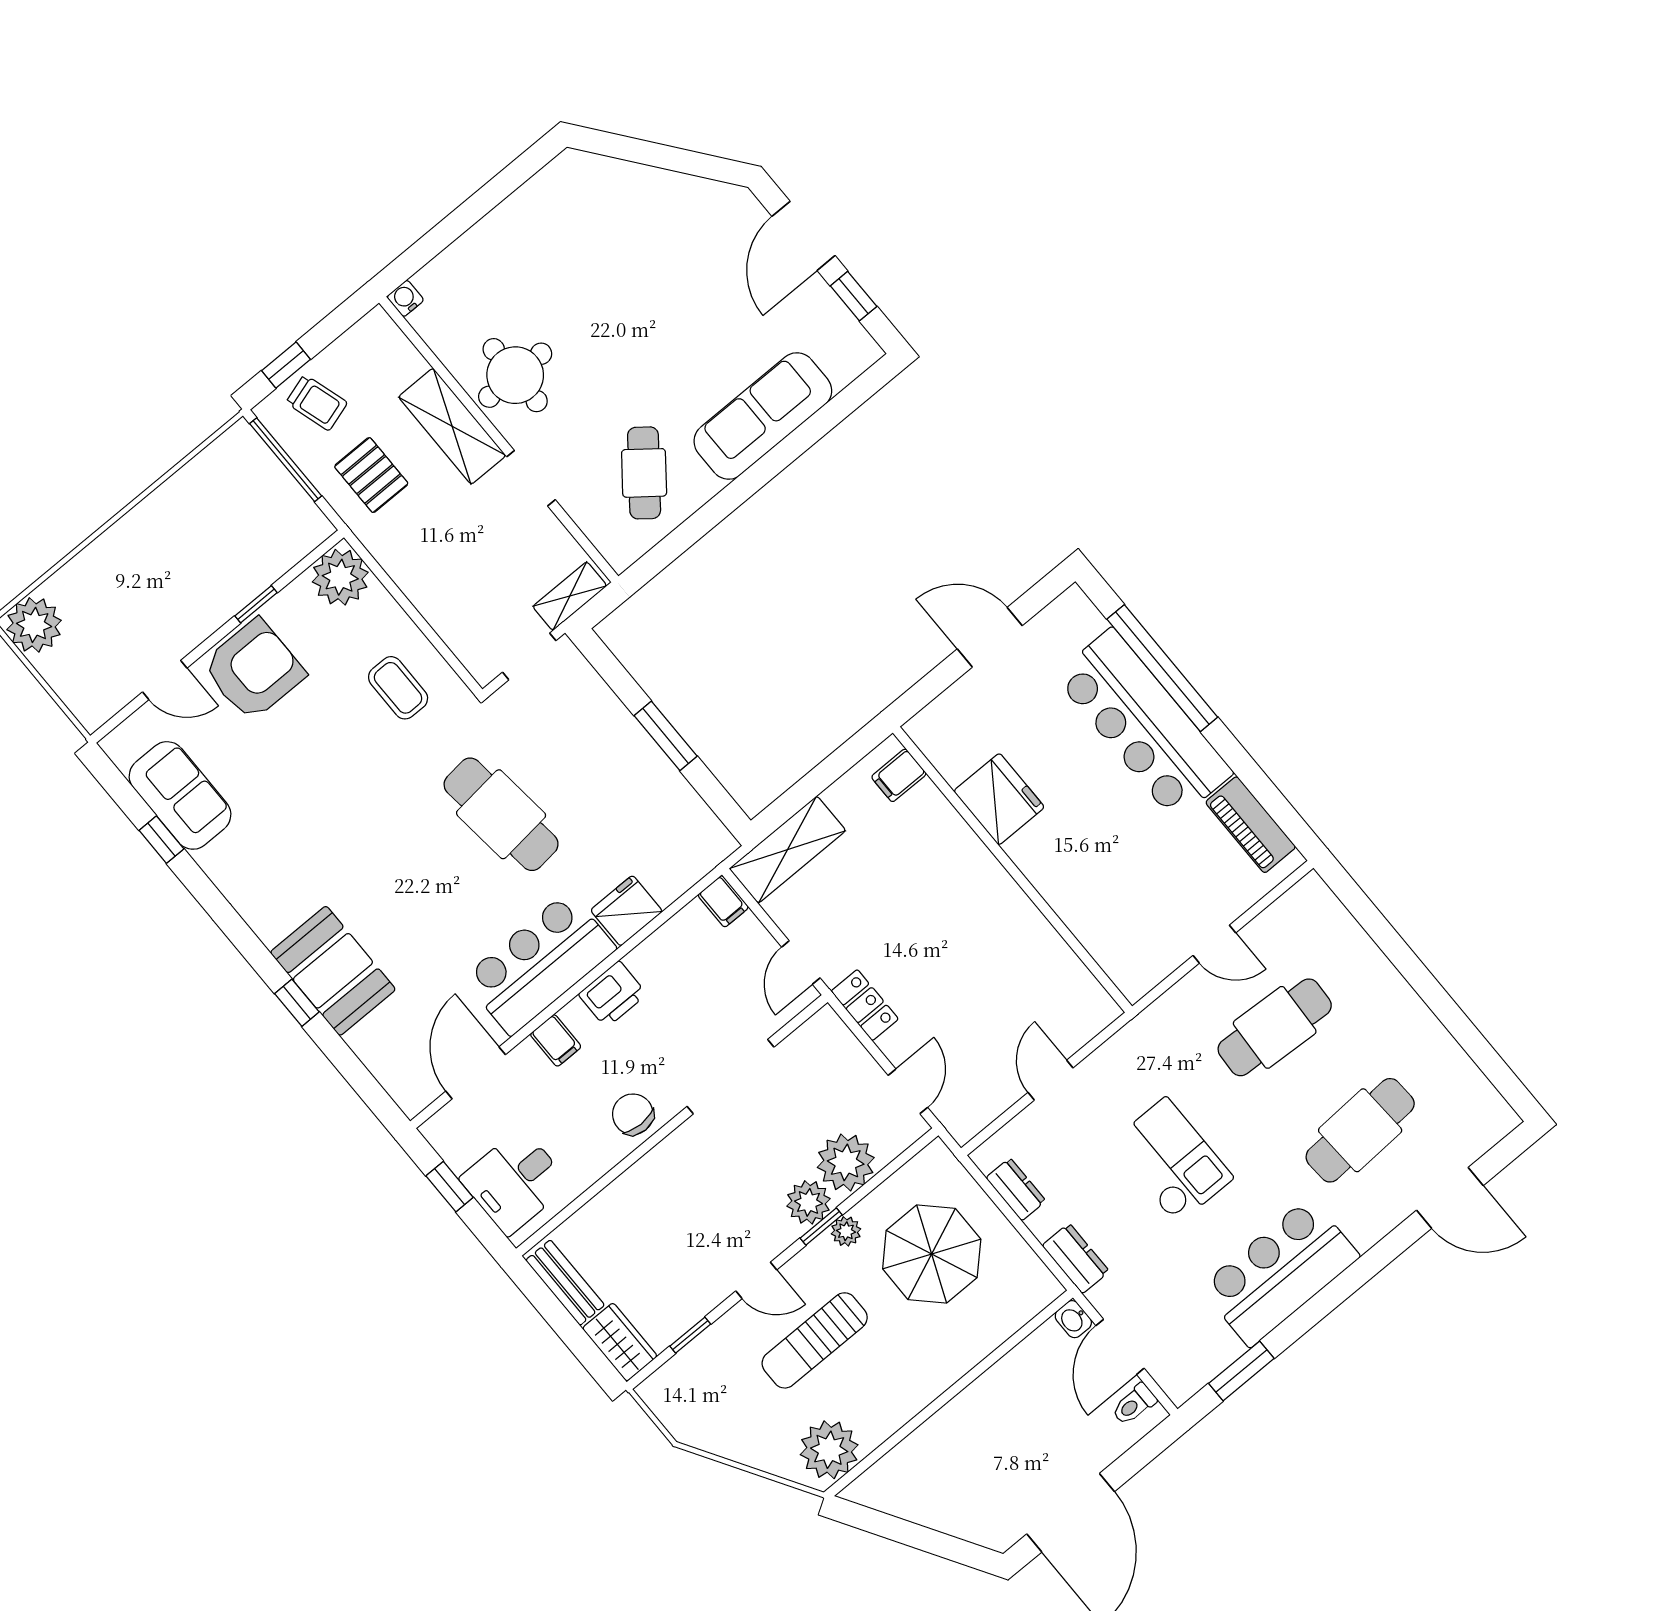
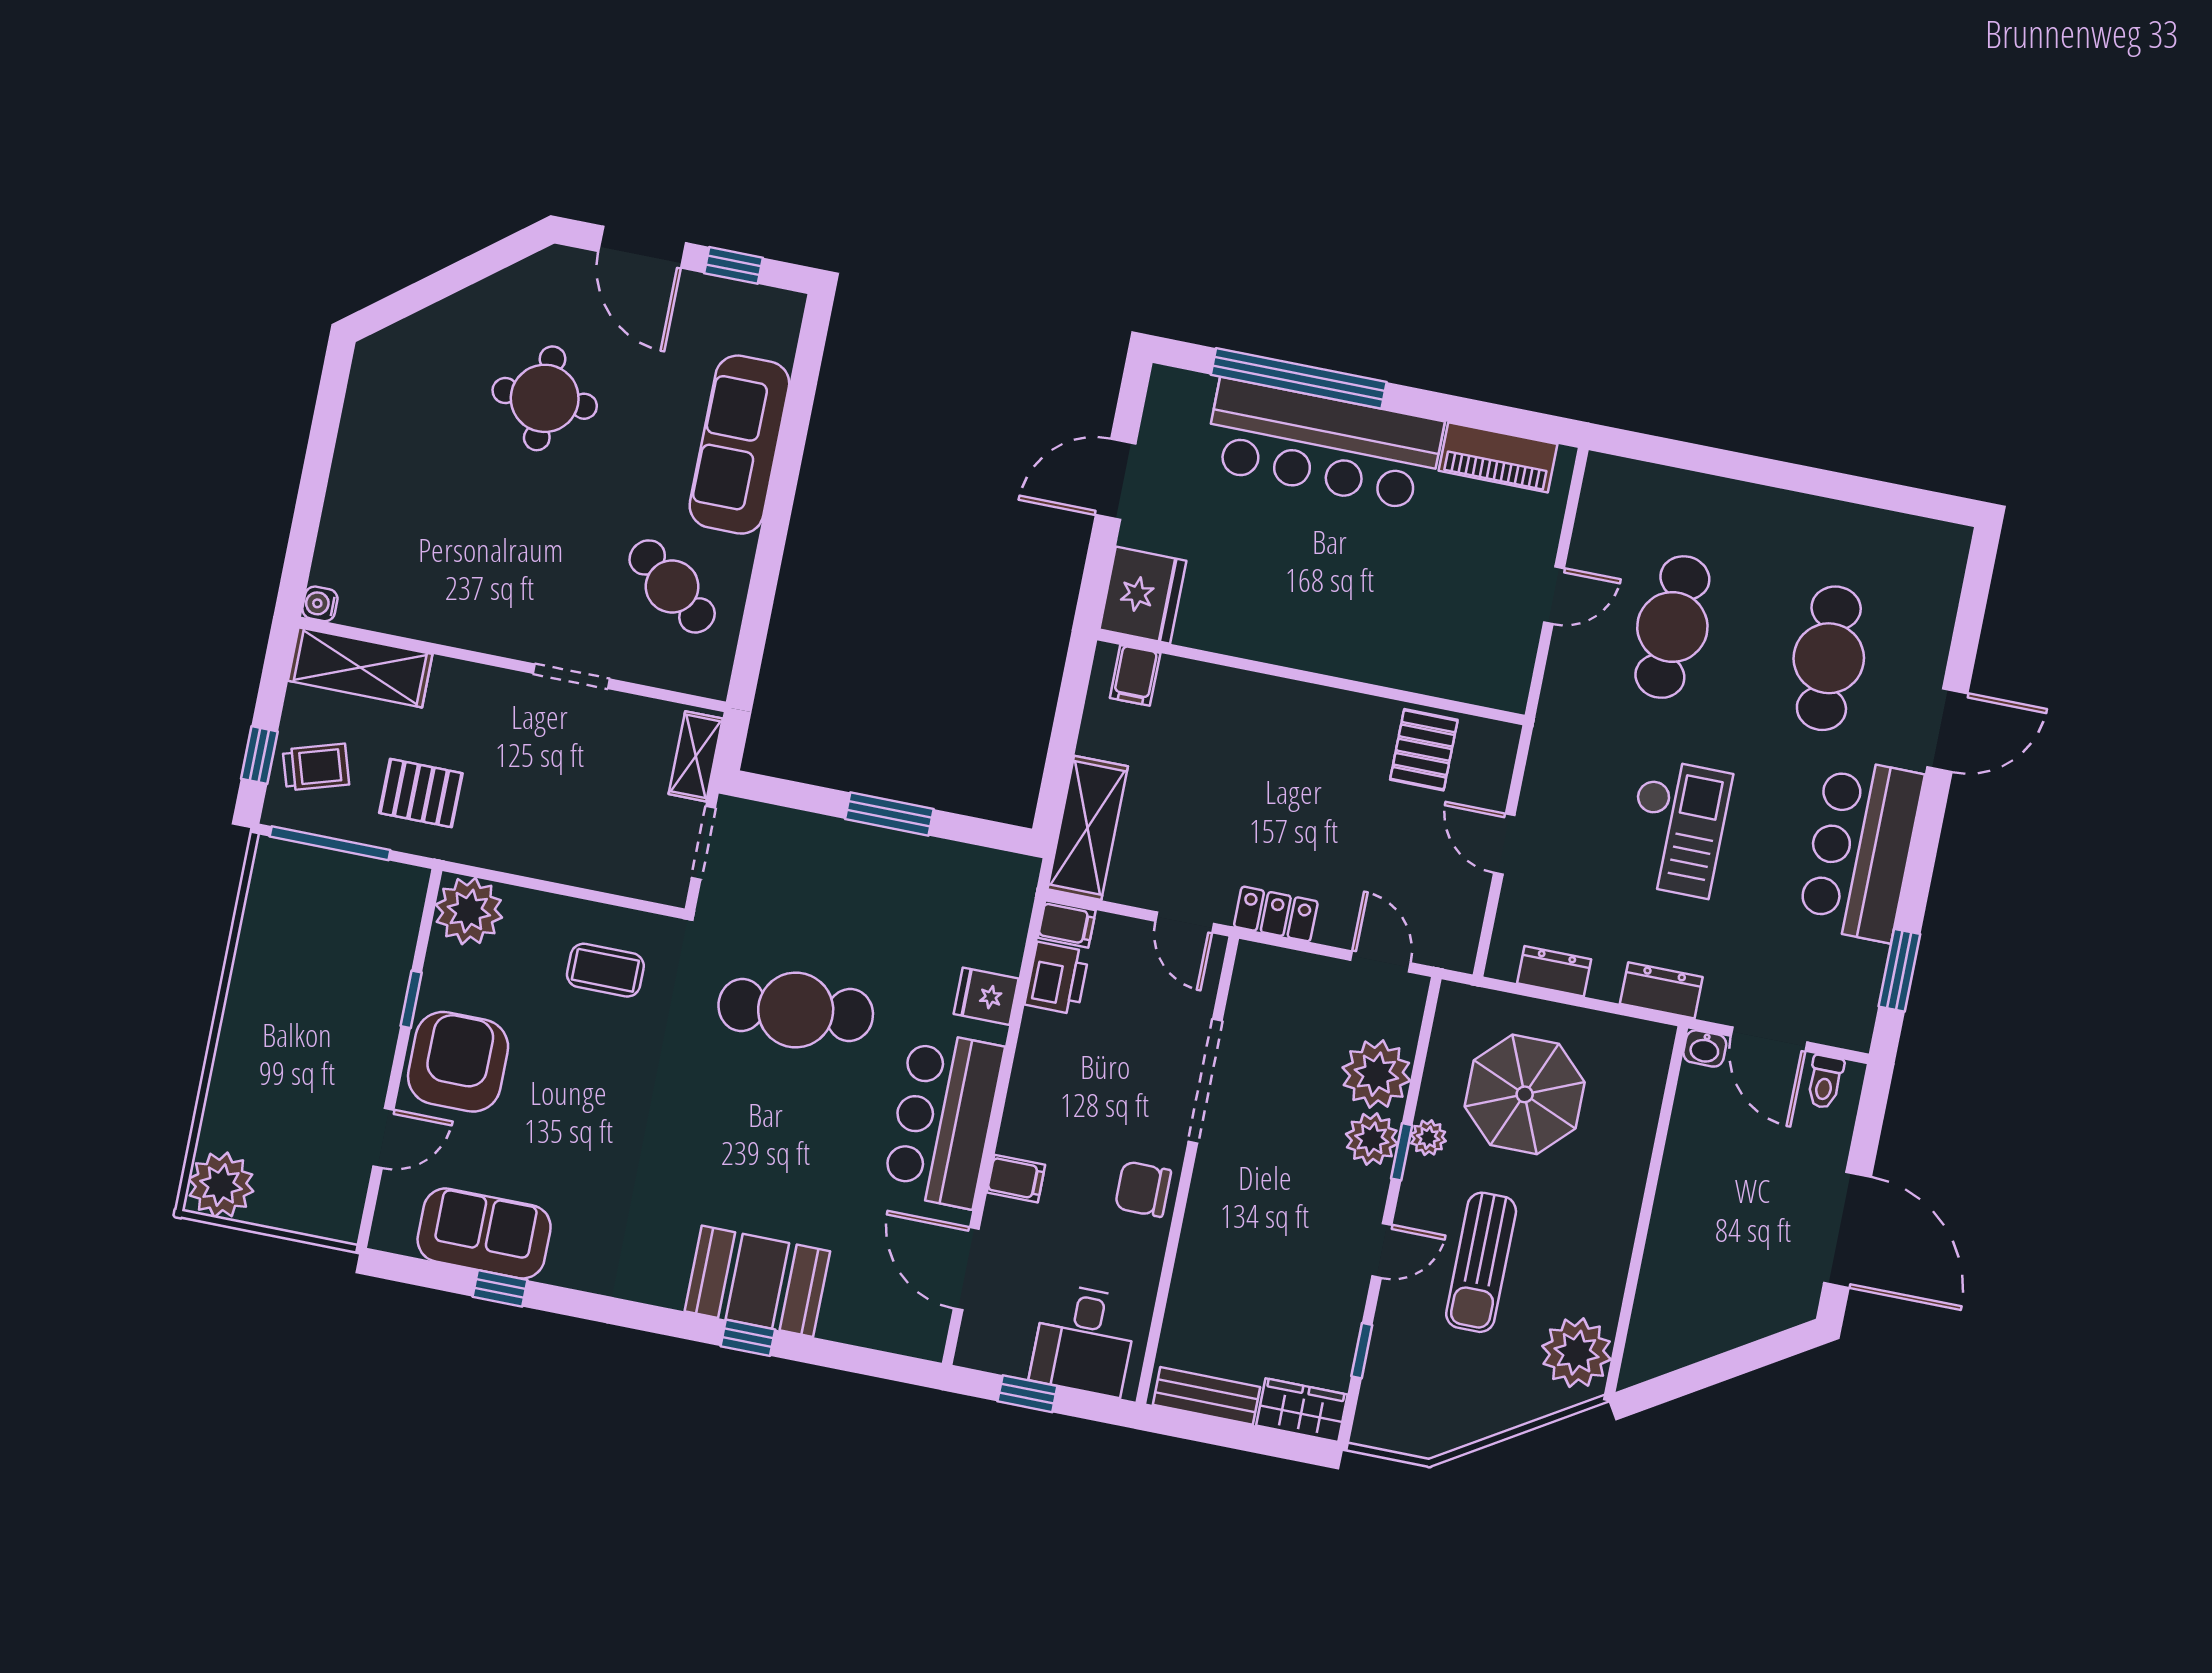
round table: (515, 375) -> (545, 398), moved
shelving: (452, 426) -> (360, 667), moved
fridge: (999, 799) -> (1143, 595), moved, turned 90
fridge: (627, 911) -> (986, 996), width x0.72
pallet: (1048, 976) -> (1424, 750), added
printer: (613, 994) -> (1057, 978), moved
checkout: (1172, 1161) -> (1677, 828), turned 90
door: (1450, 1198) -> (1947, 730), moved

